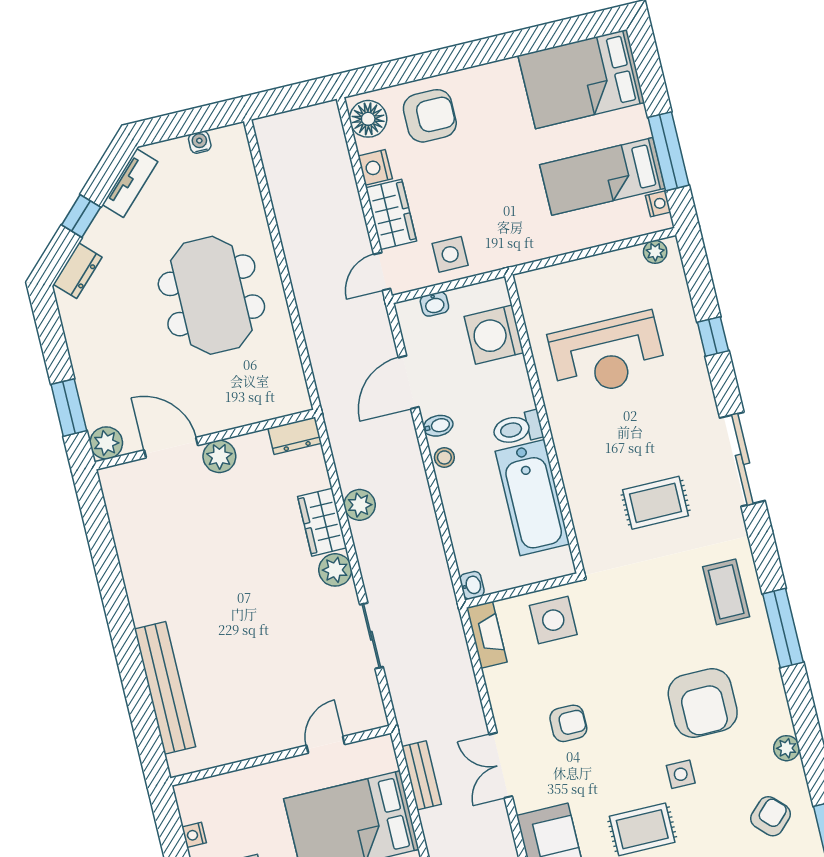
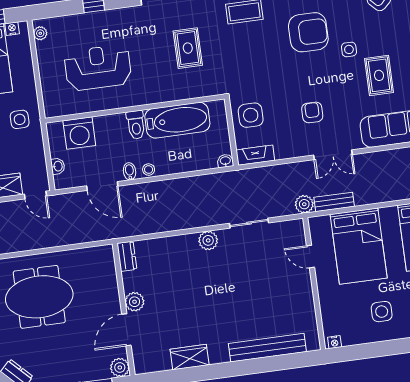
side table: (450, 254) -> (20, 119), moved
reception desk: (607, 355) -> (98, 68), turned -90
plant: (360, 505) -> (304, 204), moved
wardrobe: (322, 522) -> (190, 357), moved, turned 180
nightstand: (194, 835) -> (335, 342), moved

